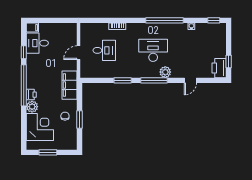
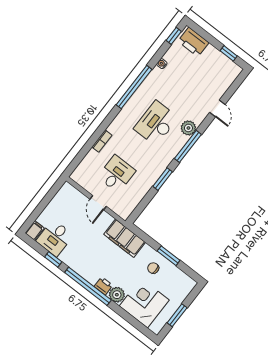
printer: (219, 68) -> (193, 42), moved

